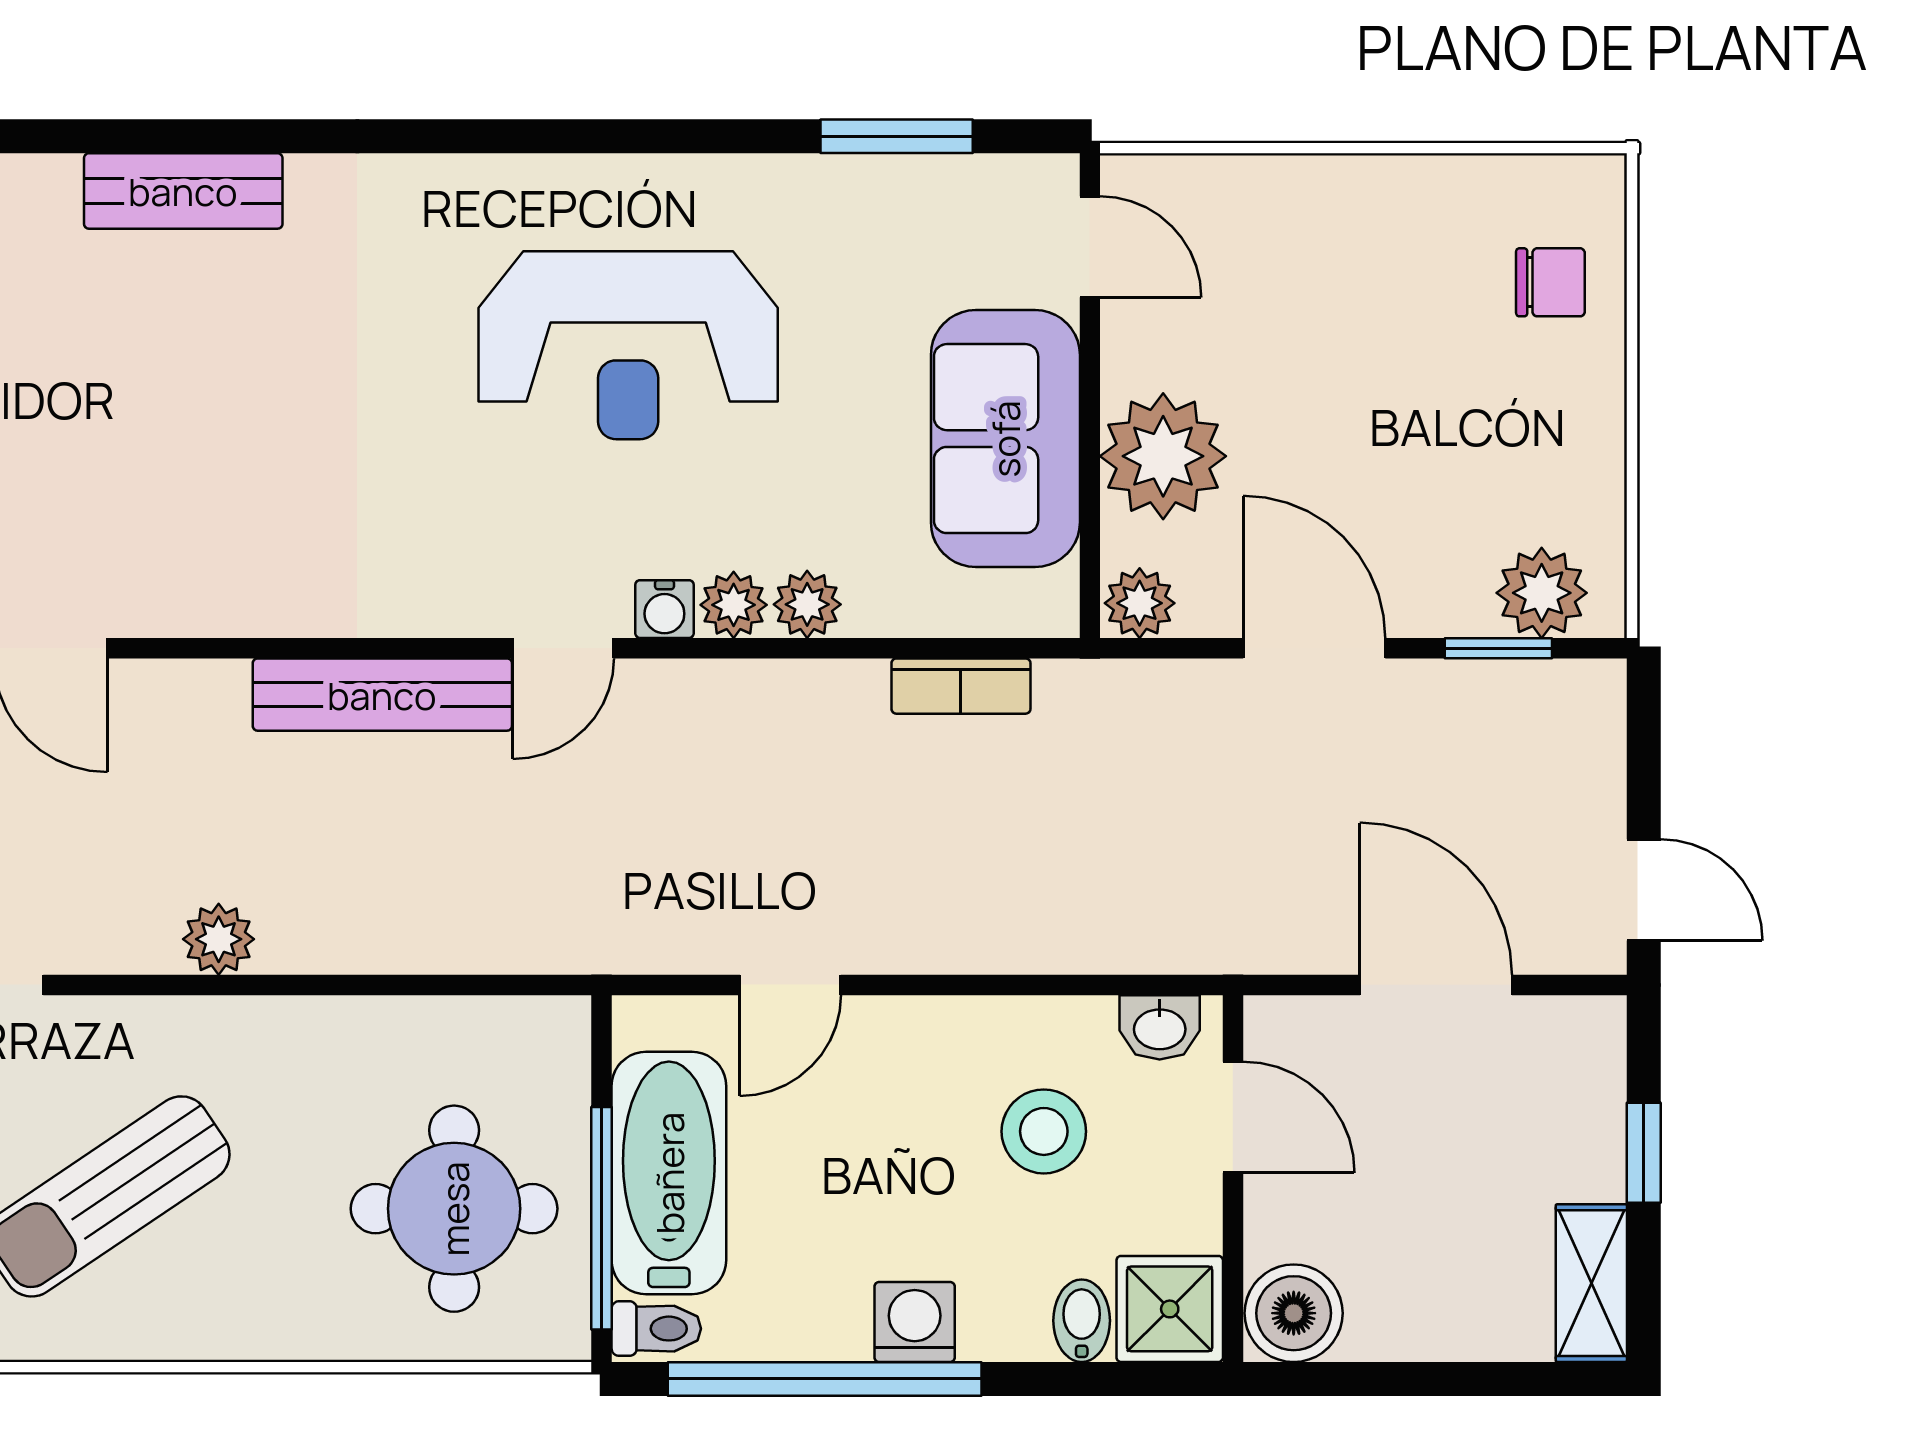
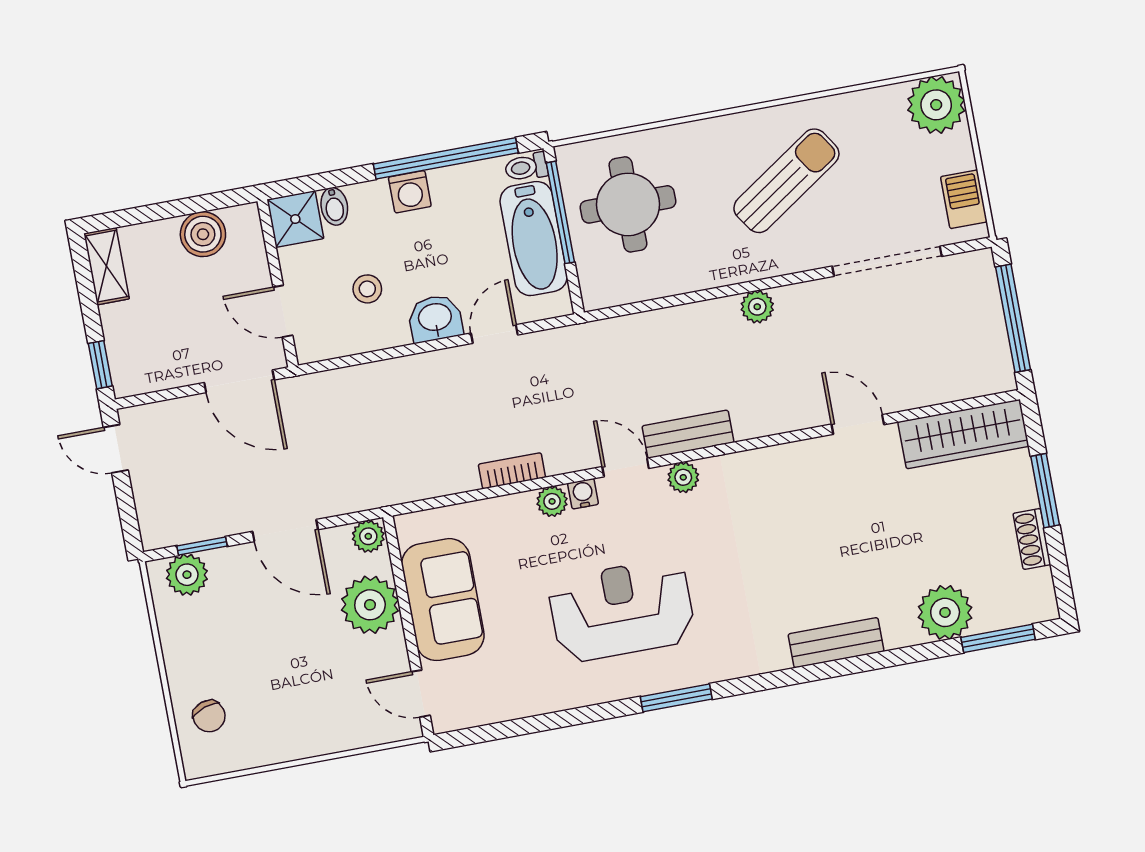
window: (897, 136) -> (676, 698), moved
chair: (1550, 282) -> (209, 716), turned -109
plant: (807, 604) -> (683, 477), moved
door: (563, 648) -> (626, 467), hinge flipped
bookcase: (961, 686) -> (512, 471), moved
bench: (382, 695) -> (688, 434), width x0.73
door: (1436, 985) -> (239, 381), moved
washbasin: (1160, 1027) -> (435, 318), moved, width x1.38, depth x1.45
stool: (1044, 1131) -> (367, 289), width x0.73, depth x0.73
window: (1644, 1153) -> (100, 365), moved
boiler: (1294, 1313) -> (203, 234), moved

